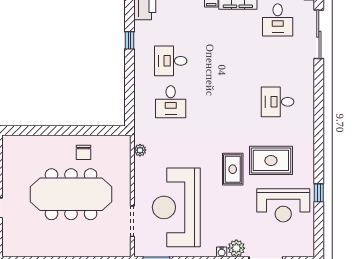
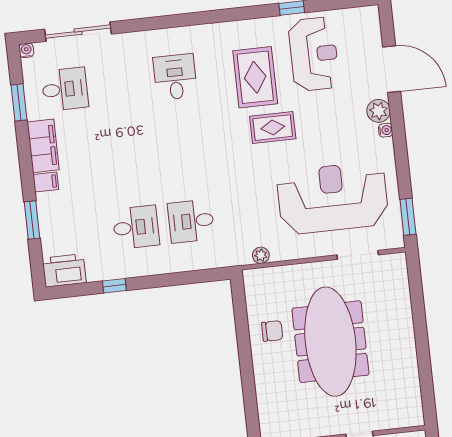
desk: (171, 61) -> (136, 227), turned -90
desk: (171, 102) -> (191, 221), turned 180
desk: (278, 102) -> (175, 77), turned 180
reception desk: (176, 207) -> (333, 198), turned 180

